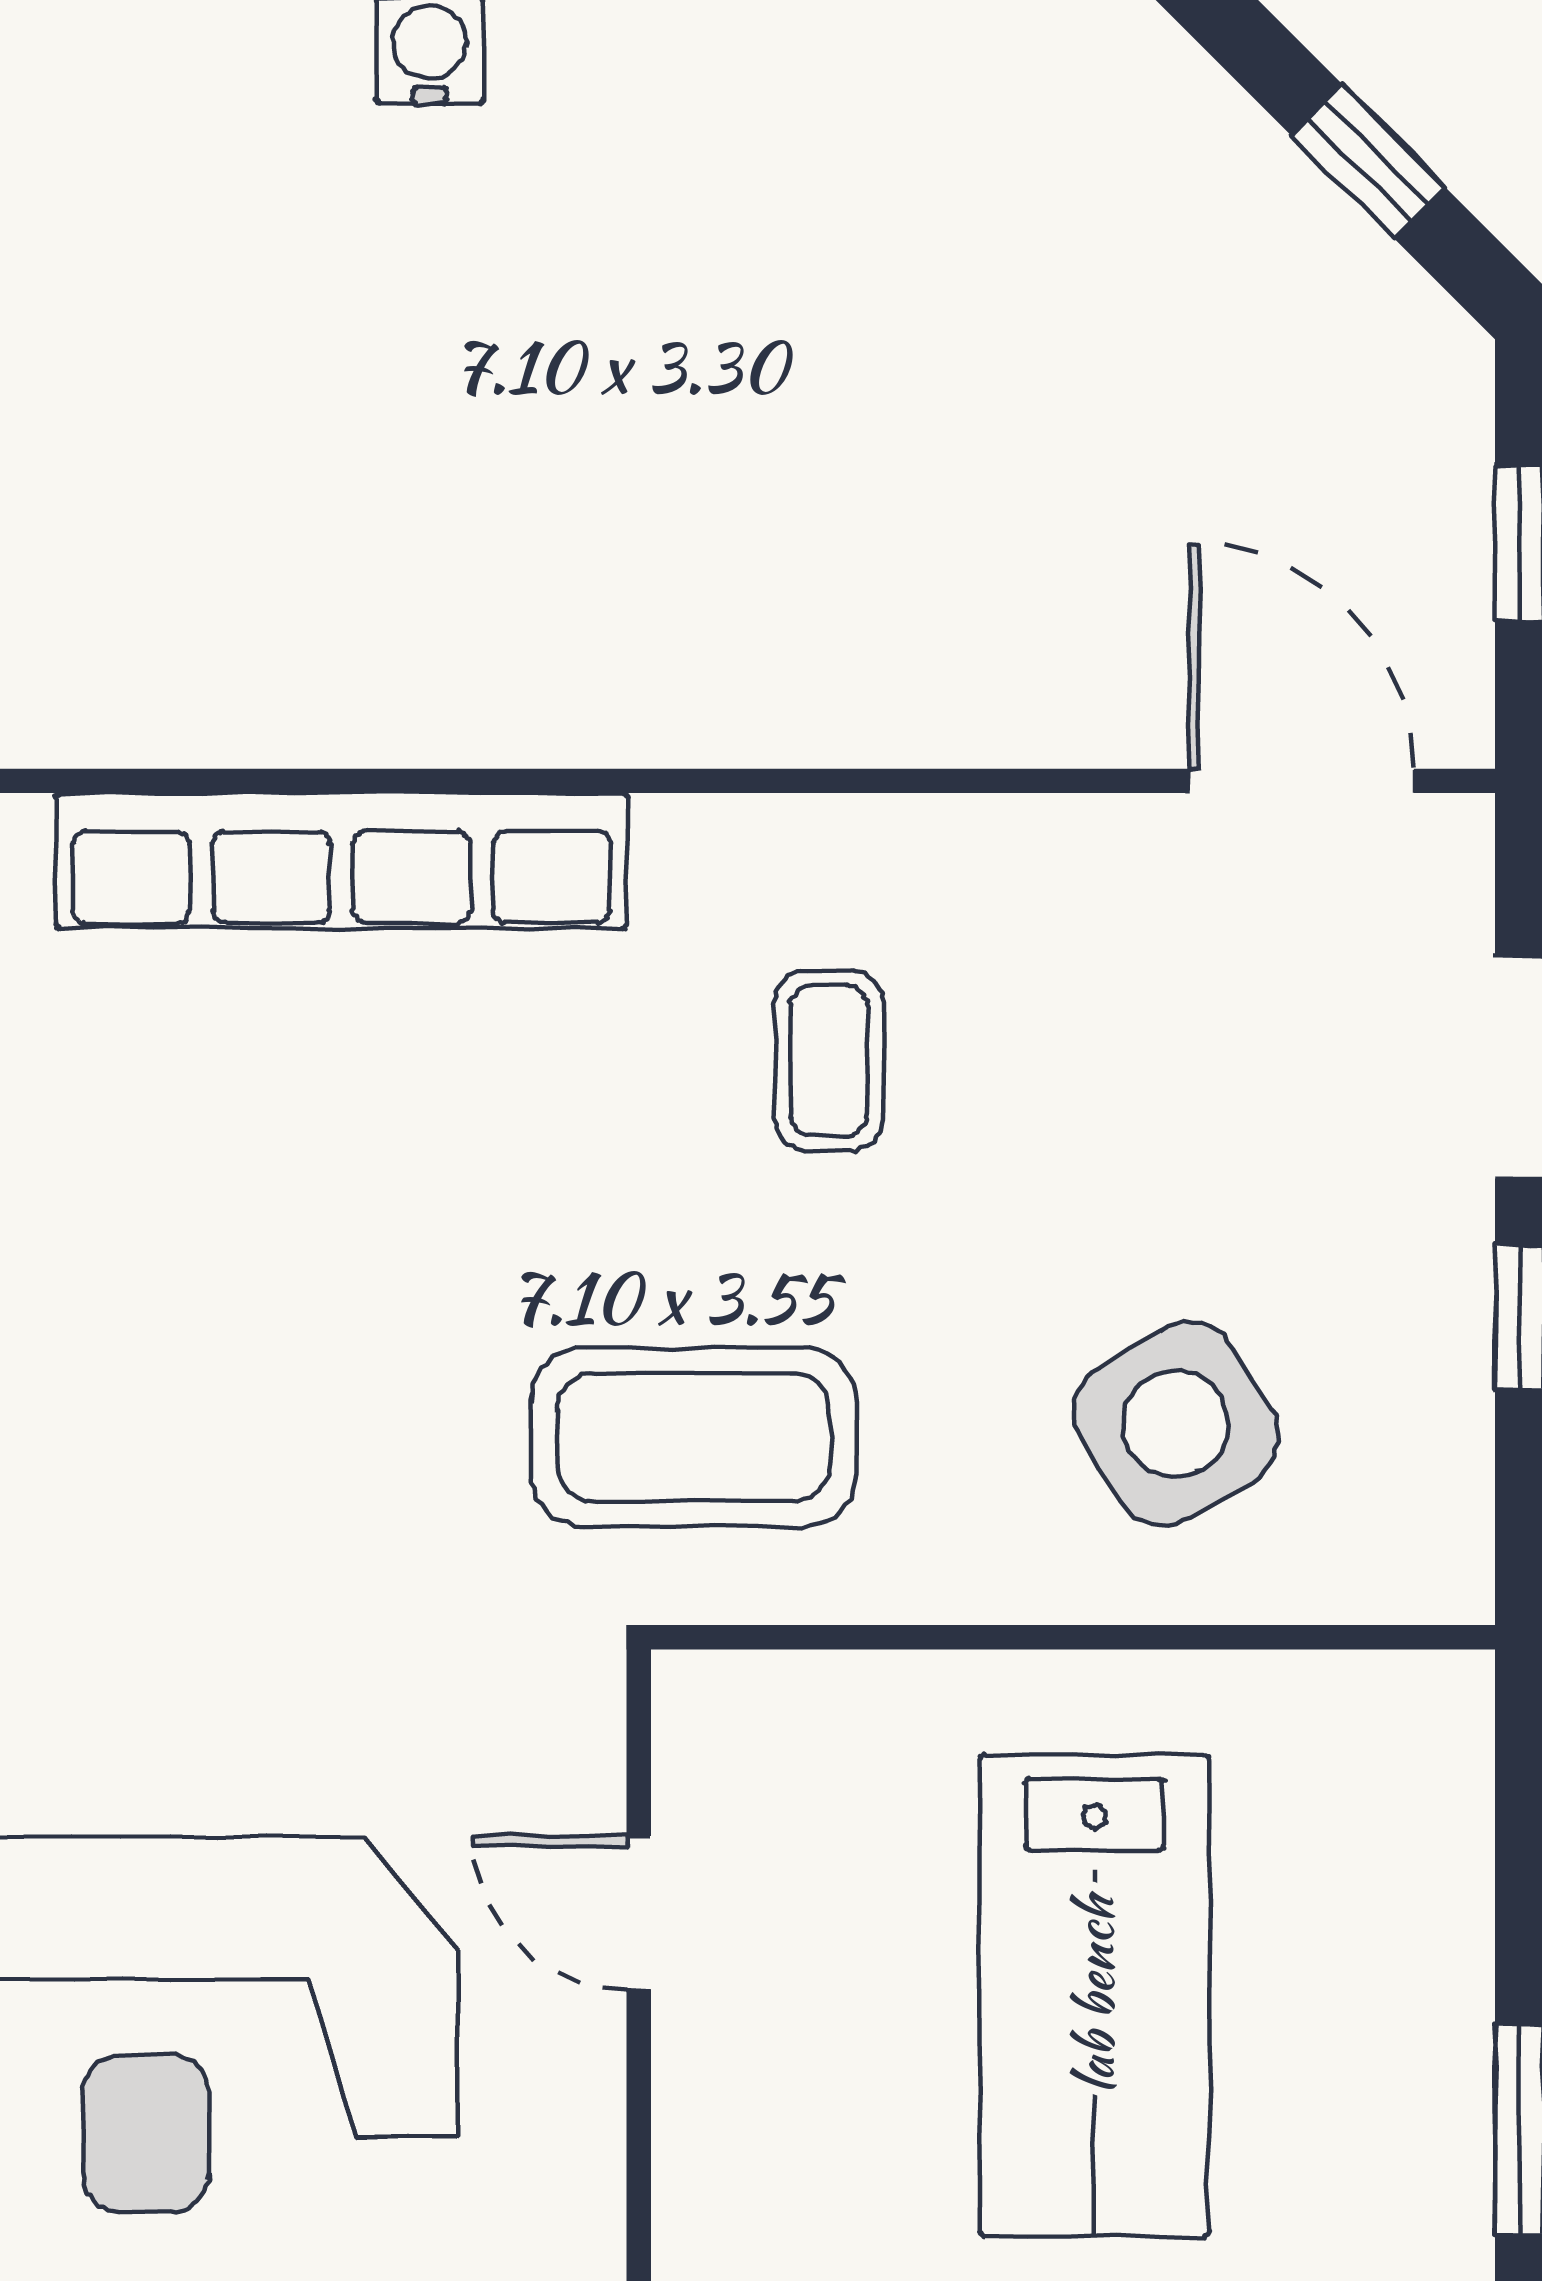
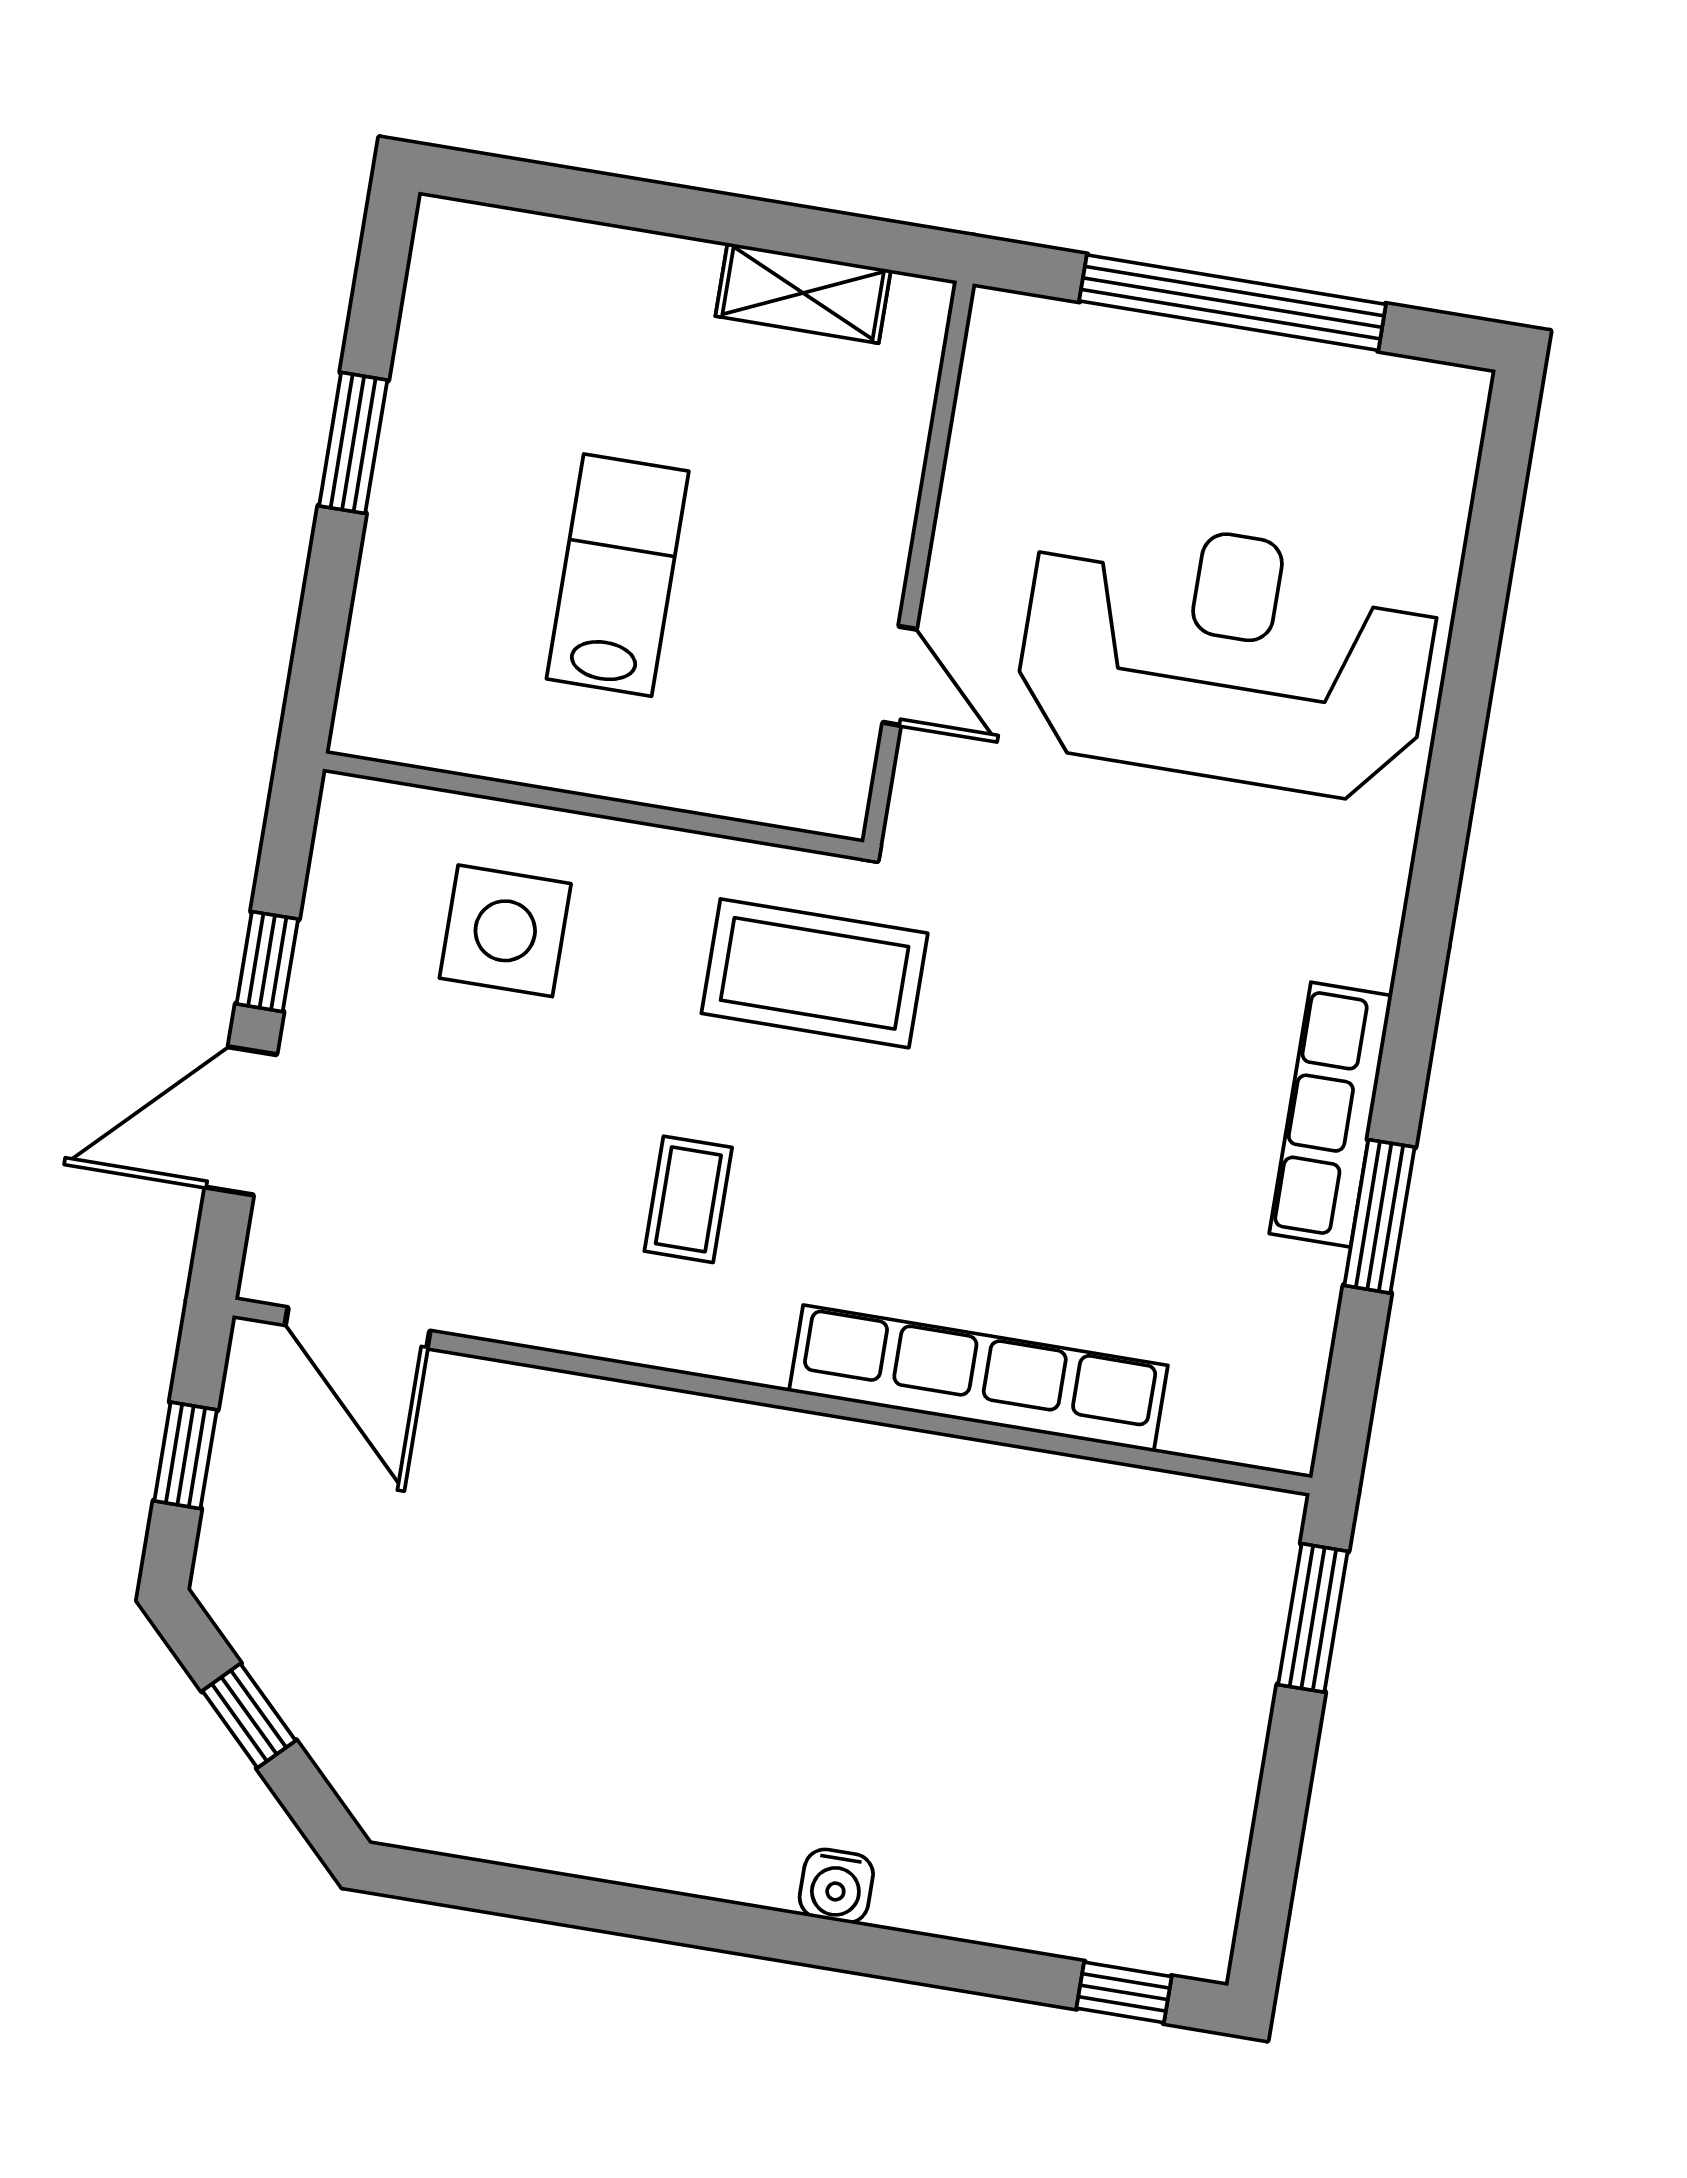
side table: (1176, 1424) -> (505, 931), turned 31
lab bench: (1094, 1995) -> (618, 575), width x0.73, depth x0.72

